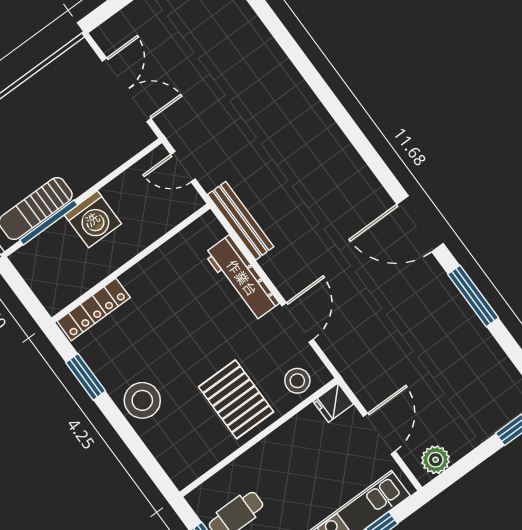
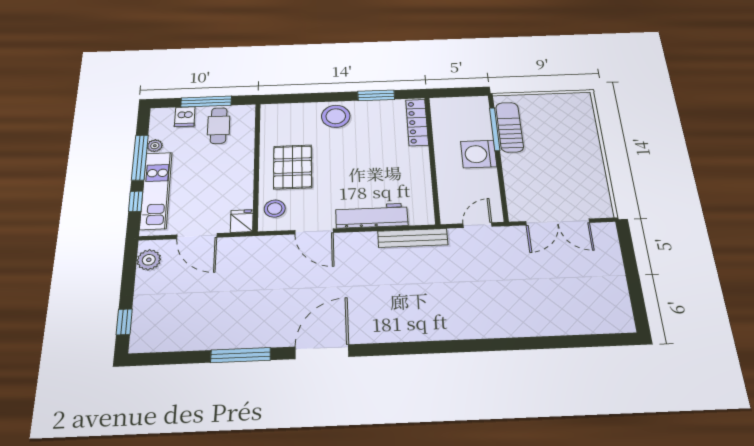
pallet: (236, 399) -> (293, 167), turned 90

